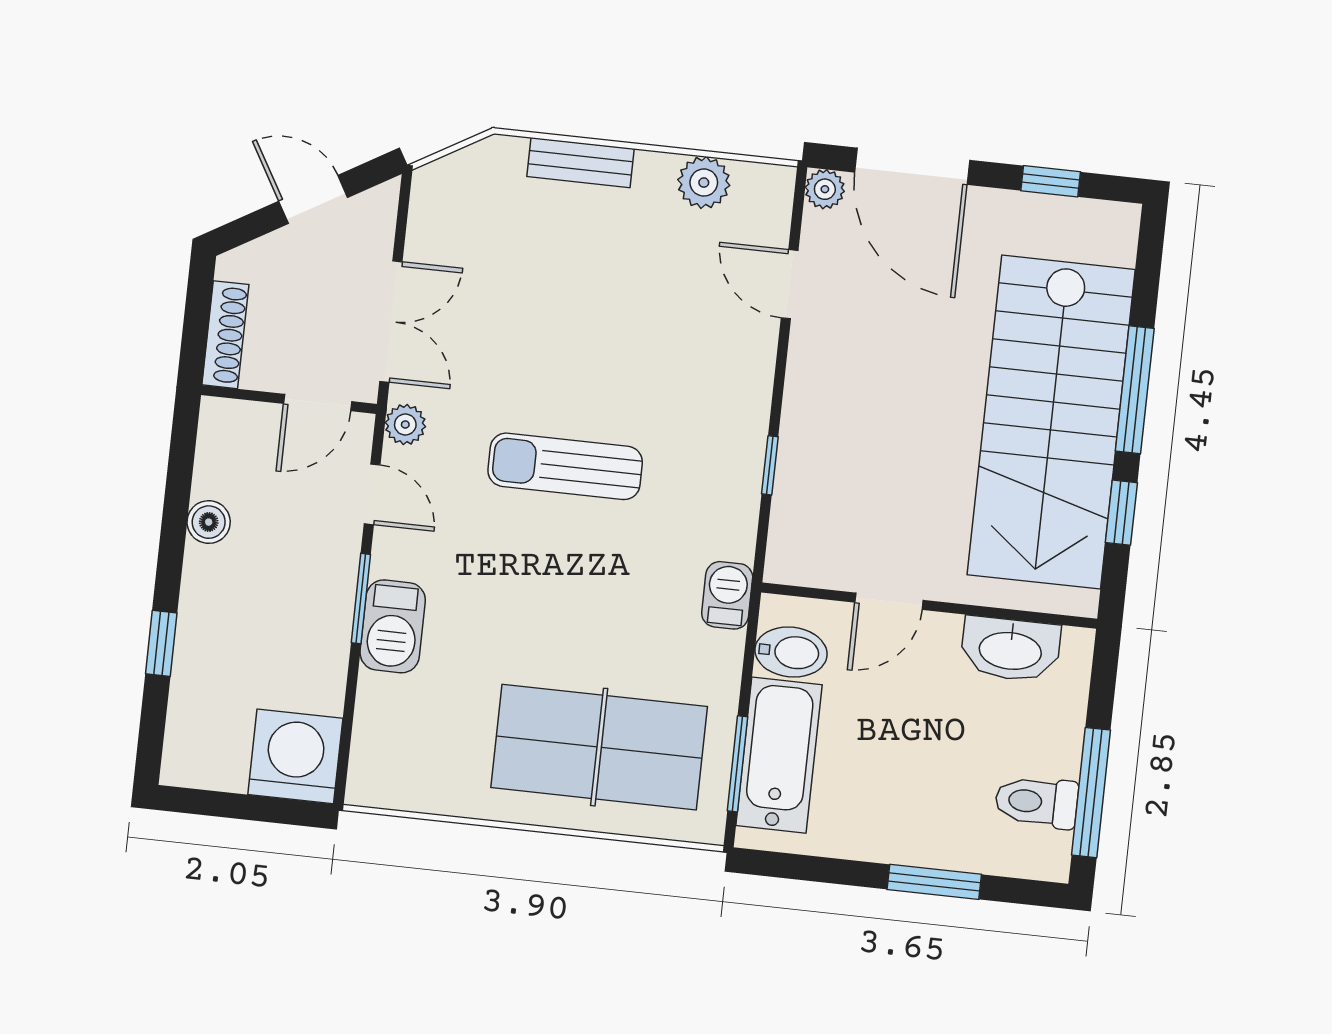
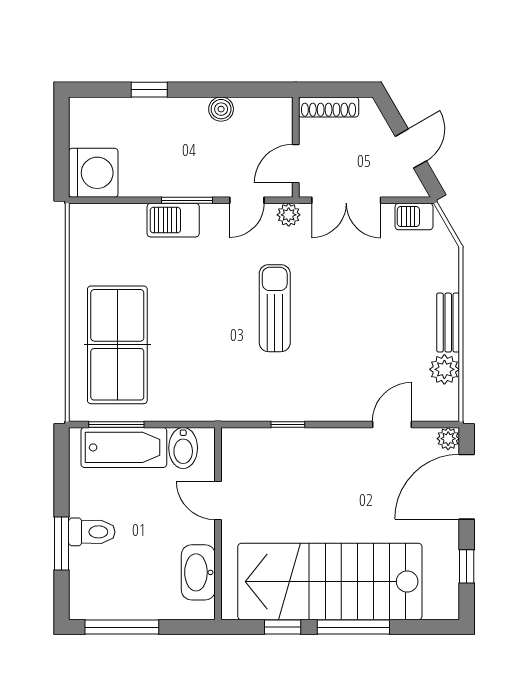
bench: (580, 163) -> (448, 323), moved
door: (318, 403) -> (296, 164), hinge flipped
barbecue: (727, 595) -> (414, 217), moved, turned 180
toilet: (1037, 802) -> (92, 532), moved, turned 90

